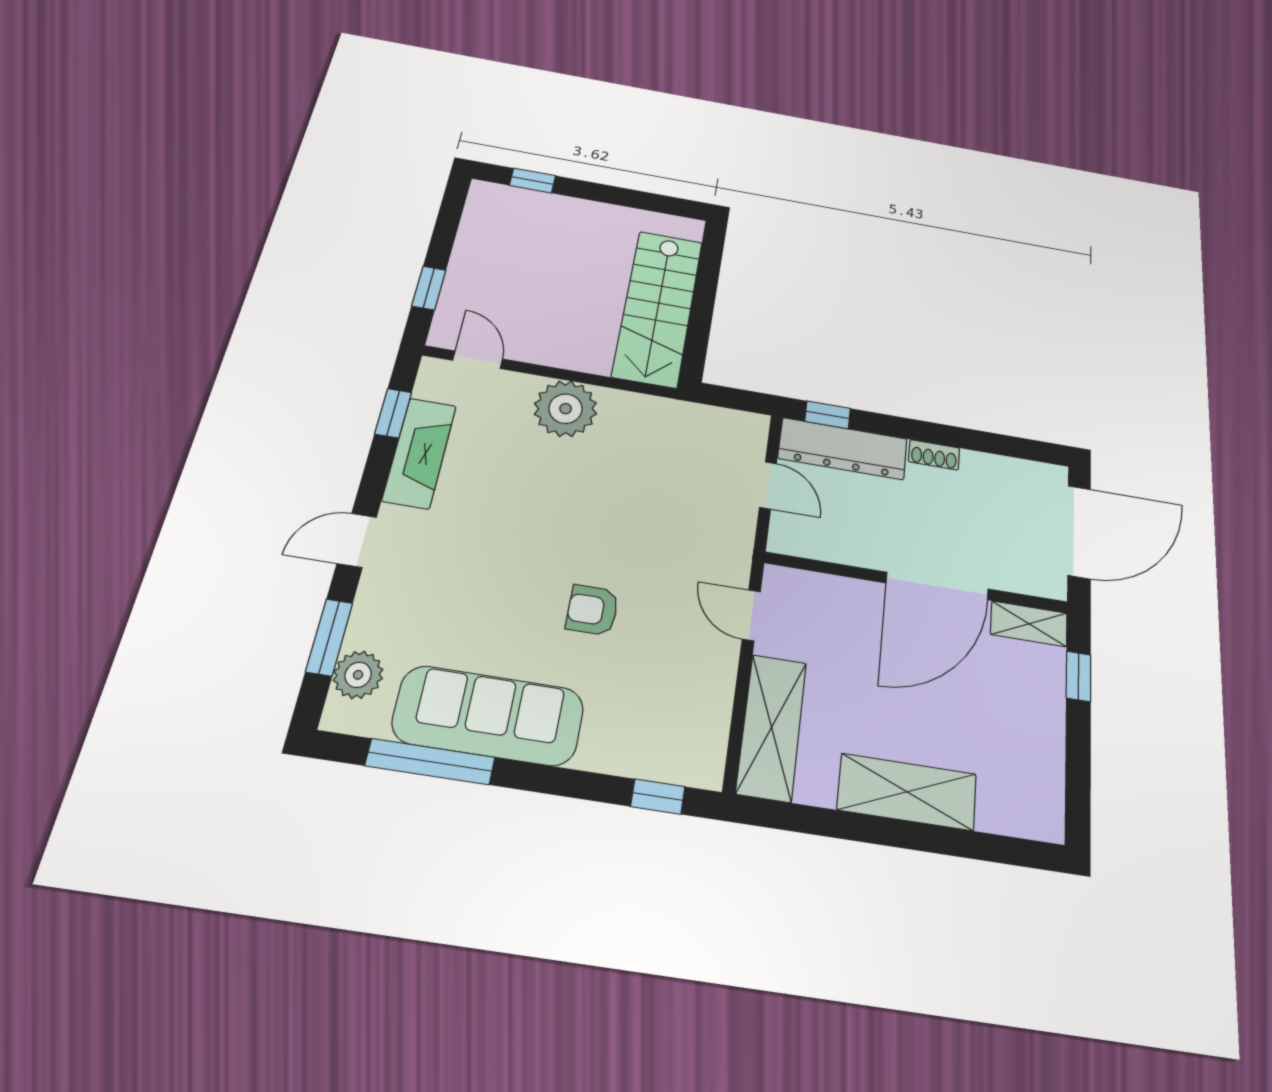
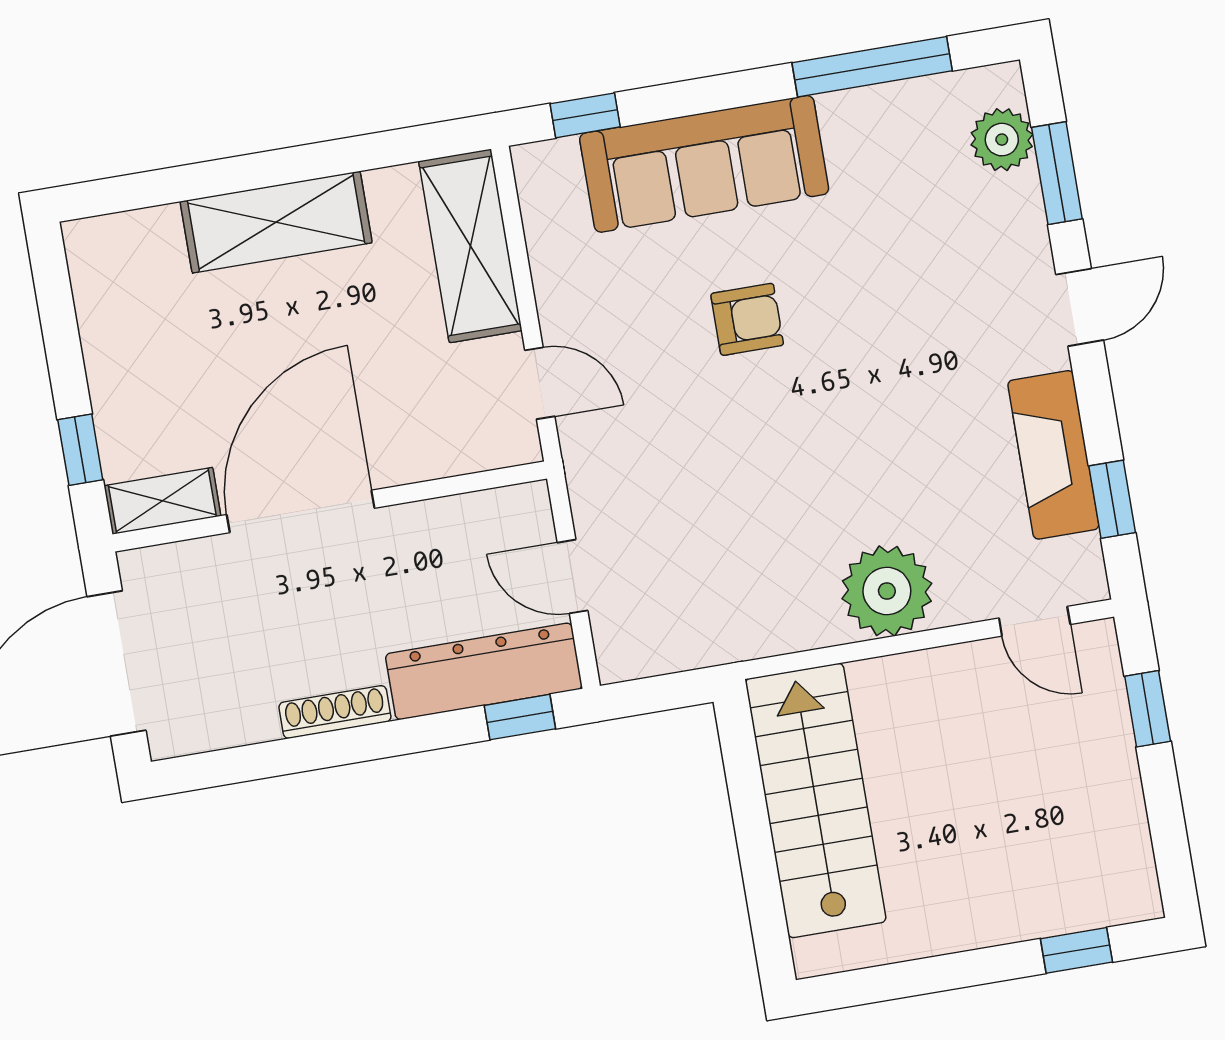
shoe rack: (934, 455) -> (335, 712), width x1.43
sofa: (488, 716) -> (704, 164), moved

